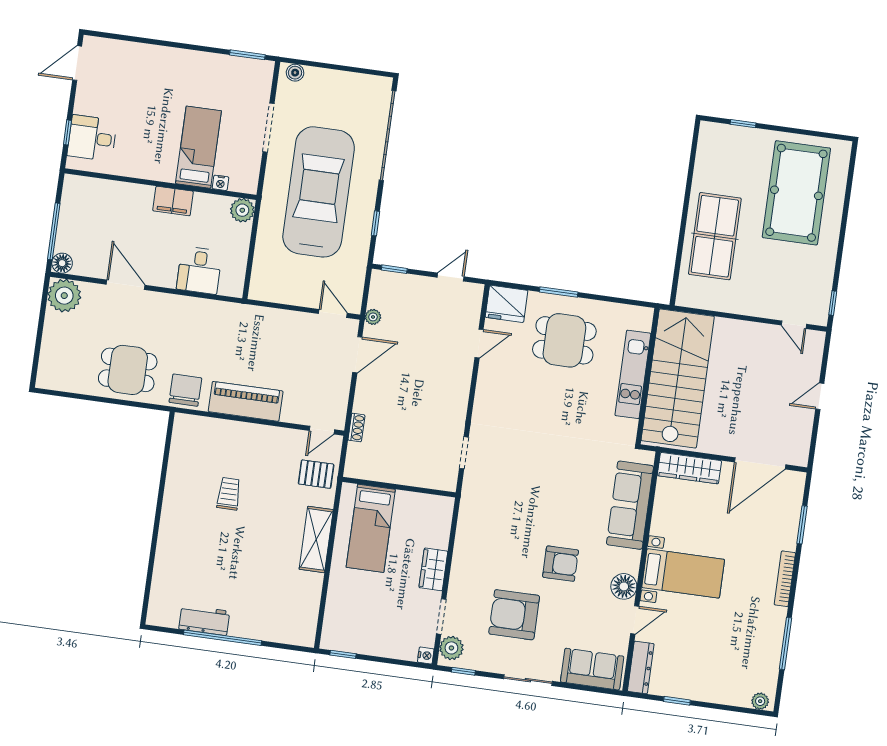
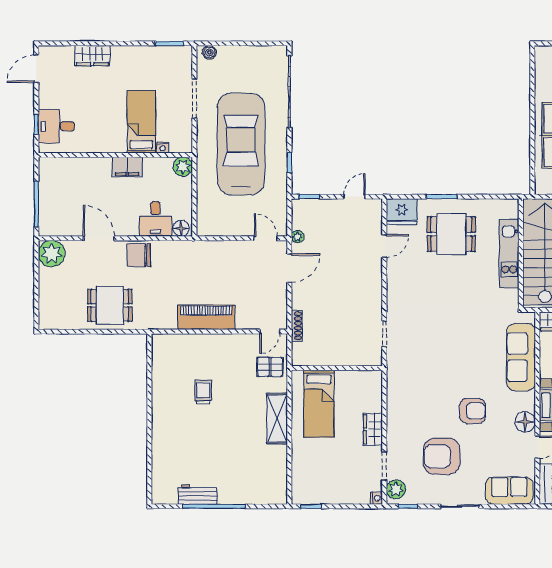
wardrobe: (149, 57) -> (92, 56), added
floor lamp: (62, 263) -> (181, 228), moved
chair: (185, 390) -> (139, 255), moved, turned -90
shoe rack: (356, 428) -> (297, 326), width x1.43

